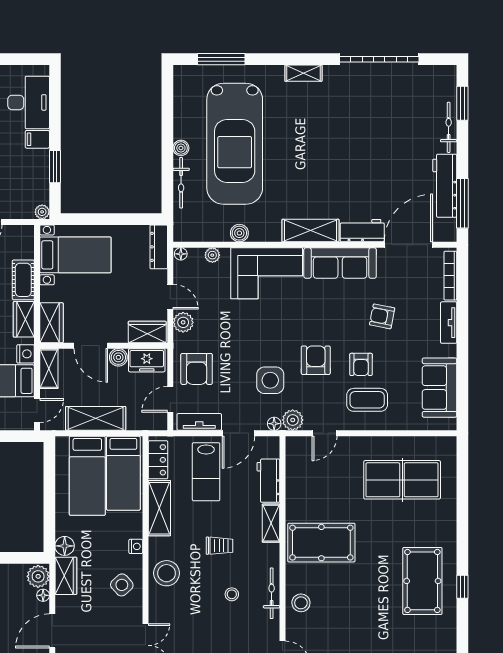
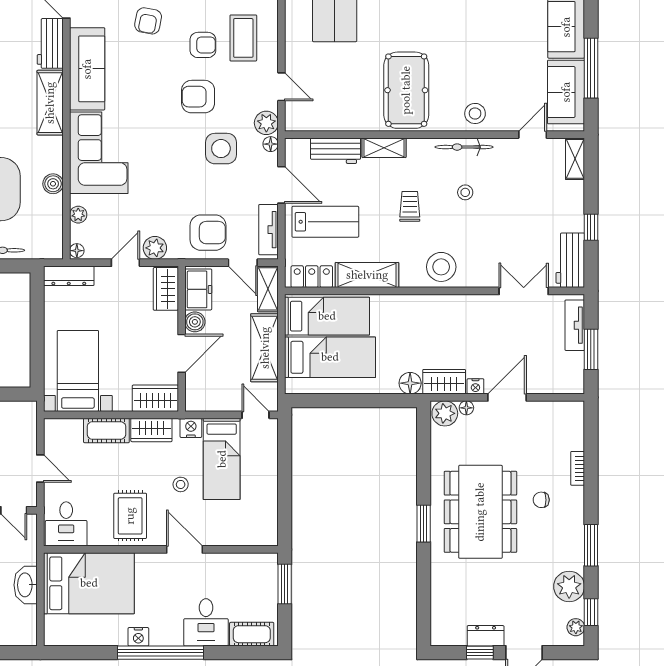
plant: (42, 212) -> (29, 409), removed
shelving: (49, 369) -> (268, 289), moved, turned 90
nightstand: (136, 546) -> (475, 386), moved, turned 180
side table: (122, 585) -> (455, 318), removed
door: (52, 631) -> (507, 397), swing flipped

